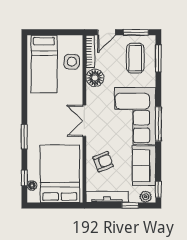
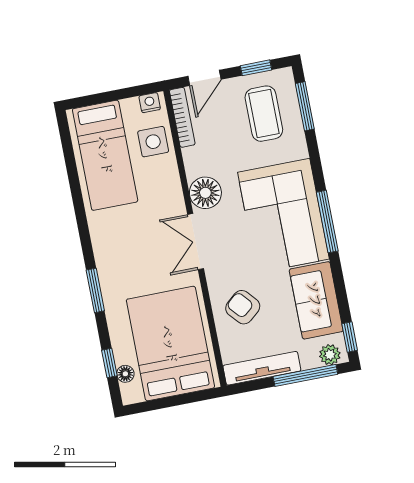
window: (136, 32) -> (256, 68), width x0.67
nightstand: (74, 40) -> (150, 103), added
floor lamp: (95, 78) -> (205, 193), moved
armchair: (103, 162) -> (243, 307), turned -110
window: (130, 205) -> (305, 375), width x2.17

